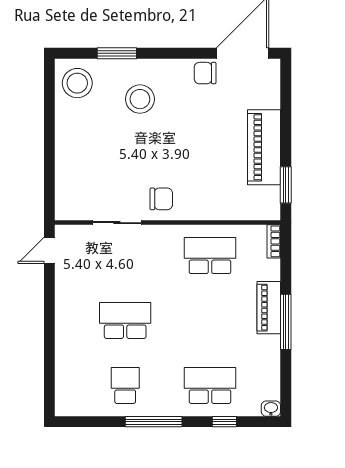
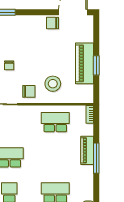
stool: (140, 99) -> (53, 84), moved
chair: (125, 151) -> (9, 65), added
window: (286, 185) -> (96, 65), moved

